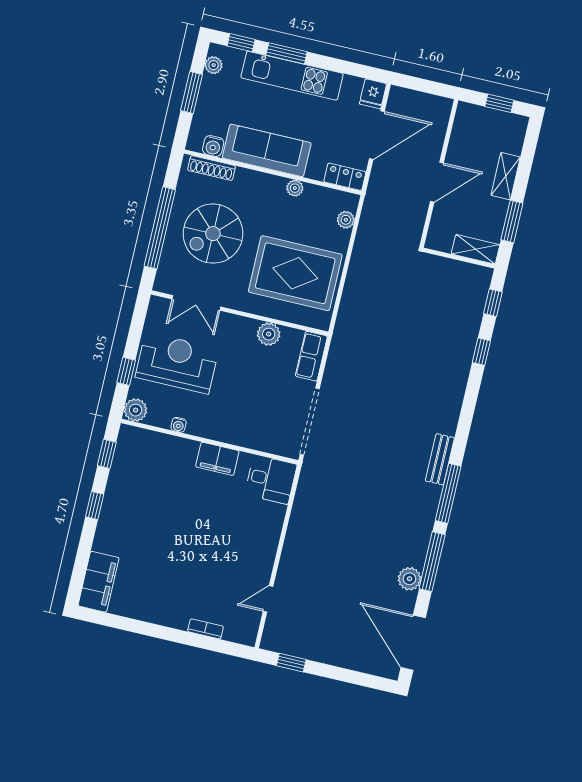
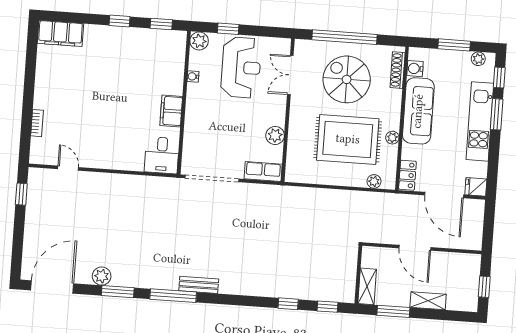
rug: (295, 273) -> (348, 139), moved, turned 90
window: (432, 562) -> (118, 292), width x0.69

